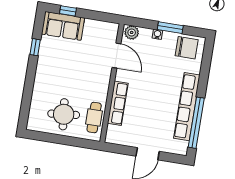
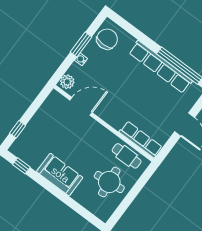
sofa: (63, 26) -> (60, 175), moved, turned -90
window: (35, 47) -> (21, 166), moved
row of seats: (118, 103) -> (141, 140), moved

